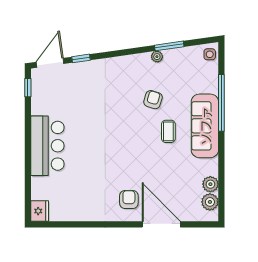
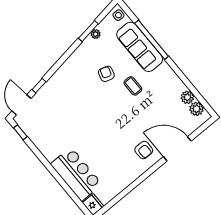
plant: (157, 57) -> (96, 34), moved
sofa: (205, 126) -> (140, 47), moved
bar counter: (47, 146) -> (76, 174), moved
armchair: (129, 199) -> (144, 150), turned 180

